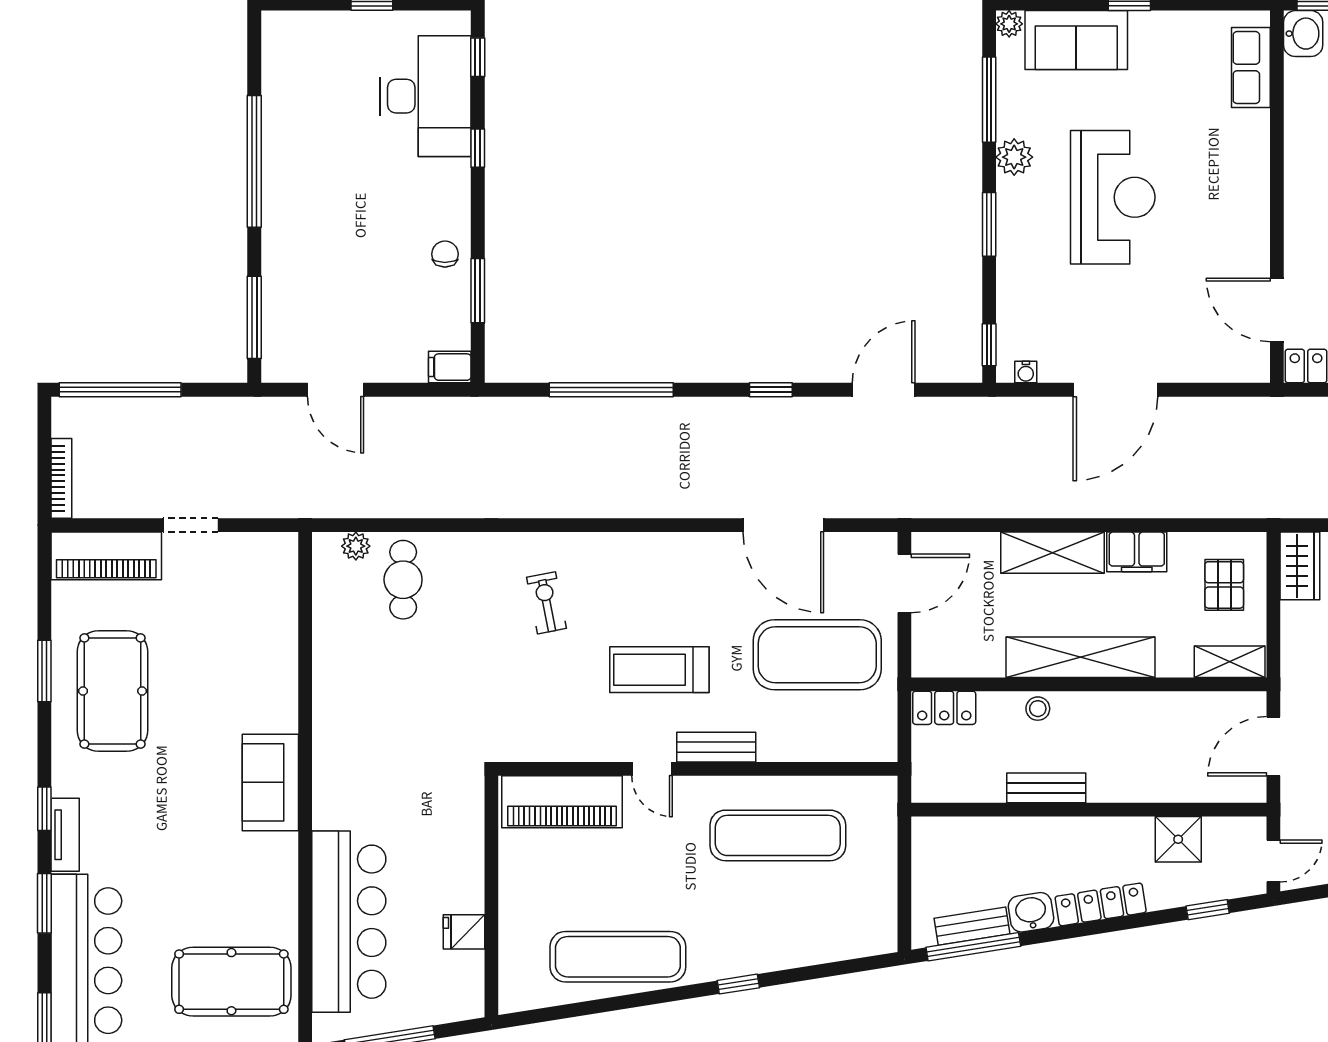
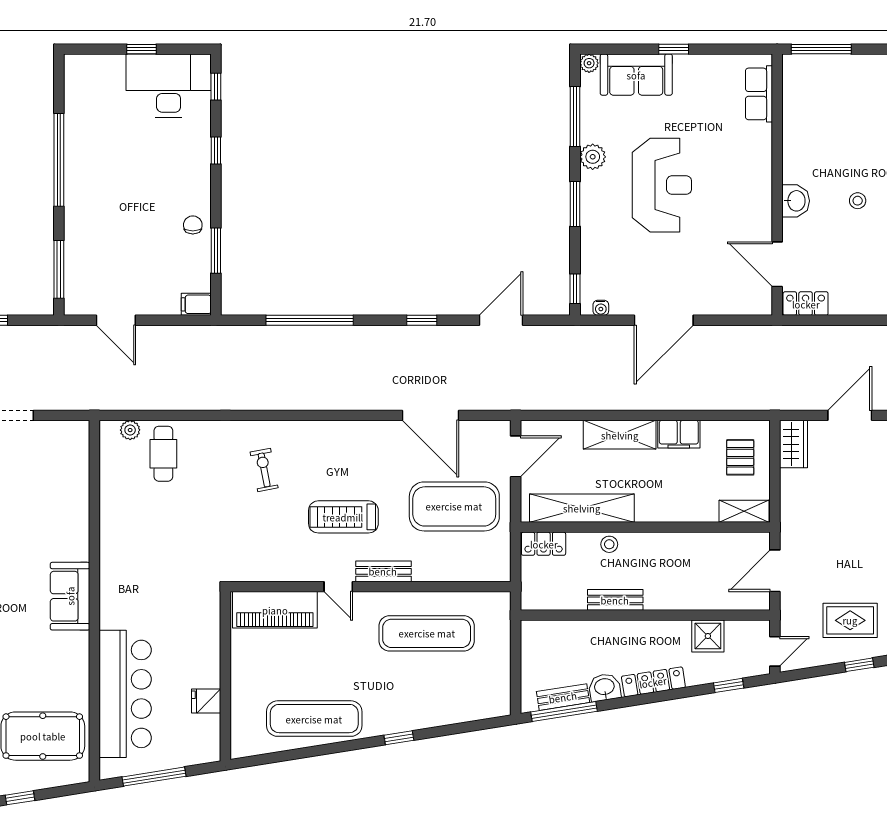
washbasin: (1303, 34) -> (796, 201), moved
desk: (426, 96) -> (169, 86), moved, turned -90
shelving: (1081, 657) -> (582, 508), moved

